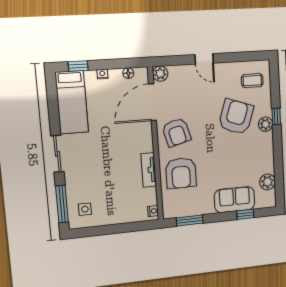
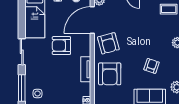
armchair: (236, 117) -> (152, 66), moved, width x0.53, depth x0.53
armchair: (113, 141) -> (61, 46), added

